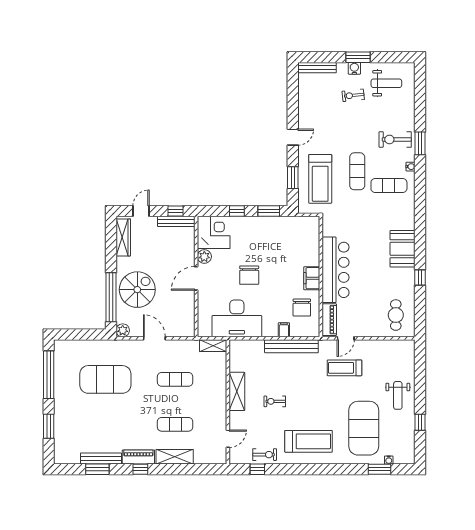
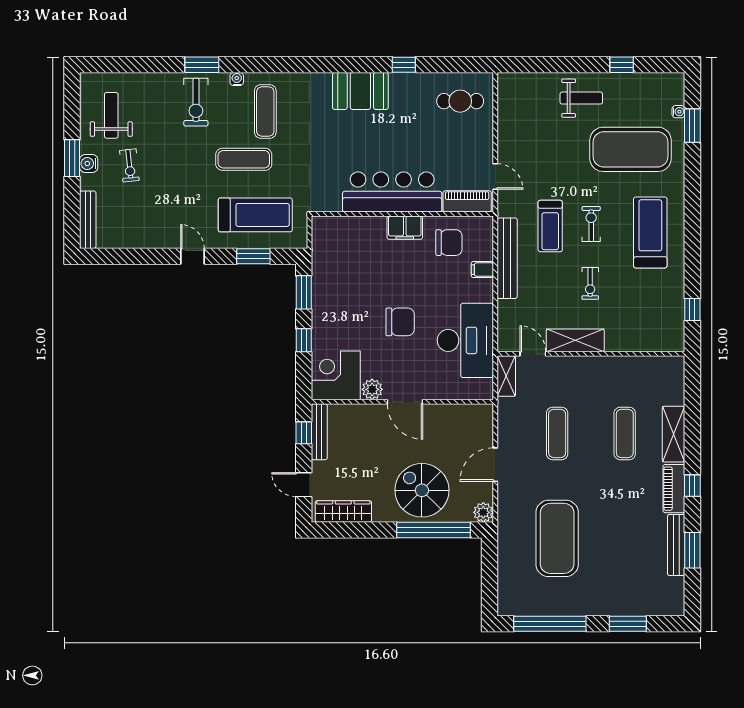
treadmill: (344, 368) -> (550, 226), moved
door: (228, 439) -> (533, 354), moved
exercise bike: (265, 455) -> (591, 224), moved

